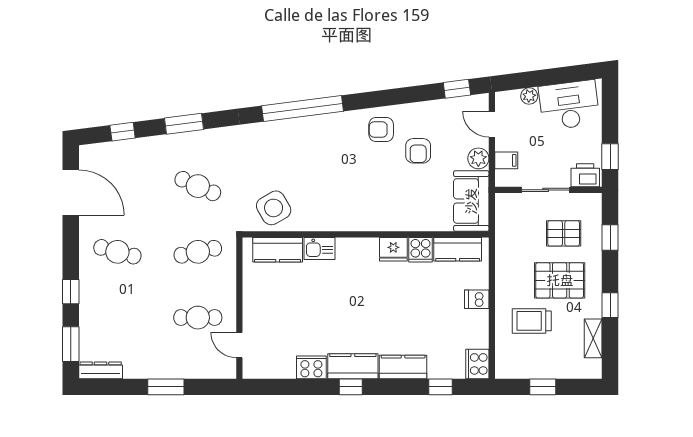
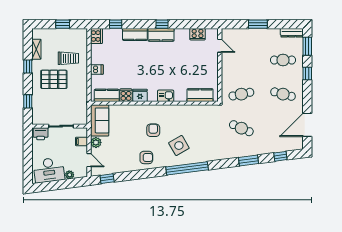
armchair: (418, 151) -> (153, 130), moved
window: (610, 157) -> (28, 143), removed
door: (71, 192) -> (307, 125), hinge flipped
side table: (274, 208) -> (179, 146), moved
pallet: (564, 233) -> (52, 104), removed
kitchen sink: (319, 249) -> (166, 96), moved
cafe table: (198, 318) -> (283, 60), moved
cooker: (311, 367) -> (198, 34), moved

